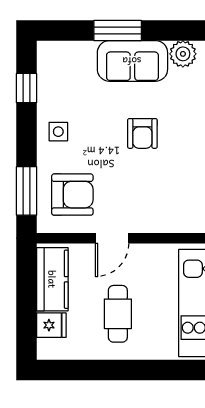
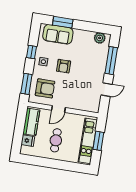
window: (118, 30) -> (63, 22), moved
sofa: (132, 61) -> (58, 34), moved
window: (27, 88) -> (32, 52), moved
armchair: (142, 133) -> (64, 66), moved

